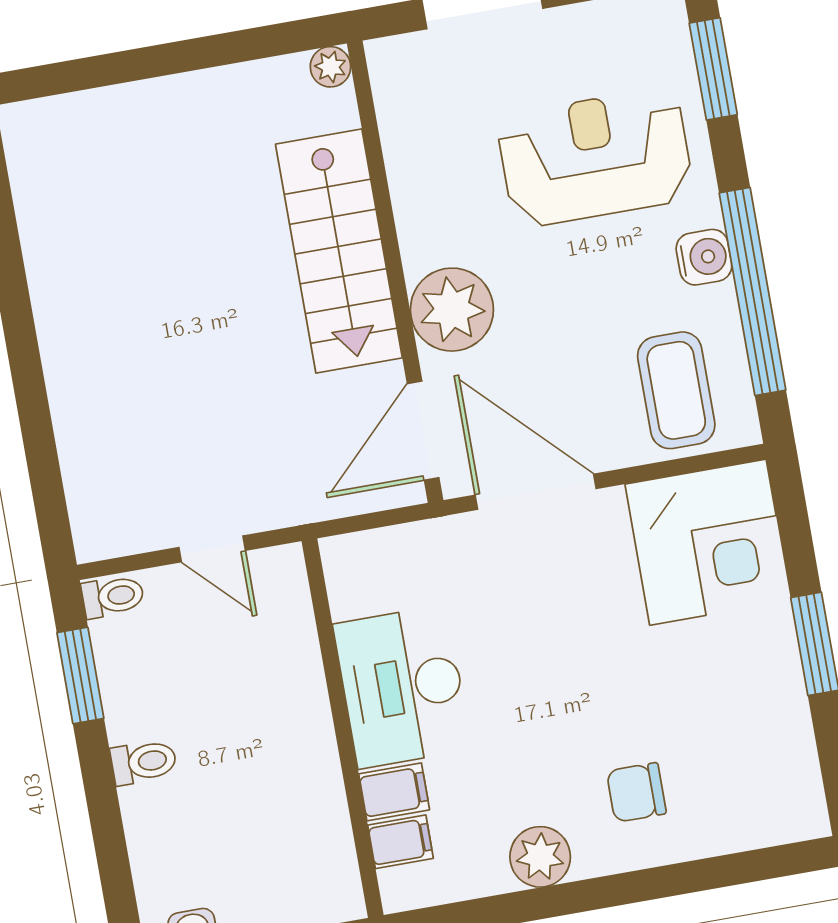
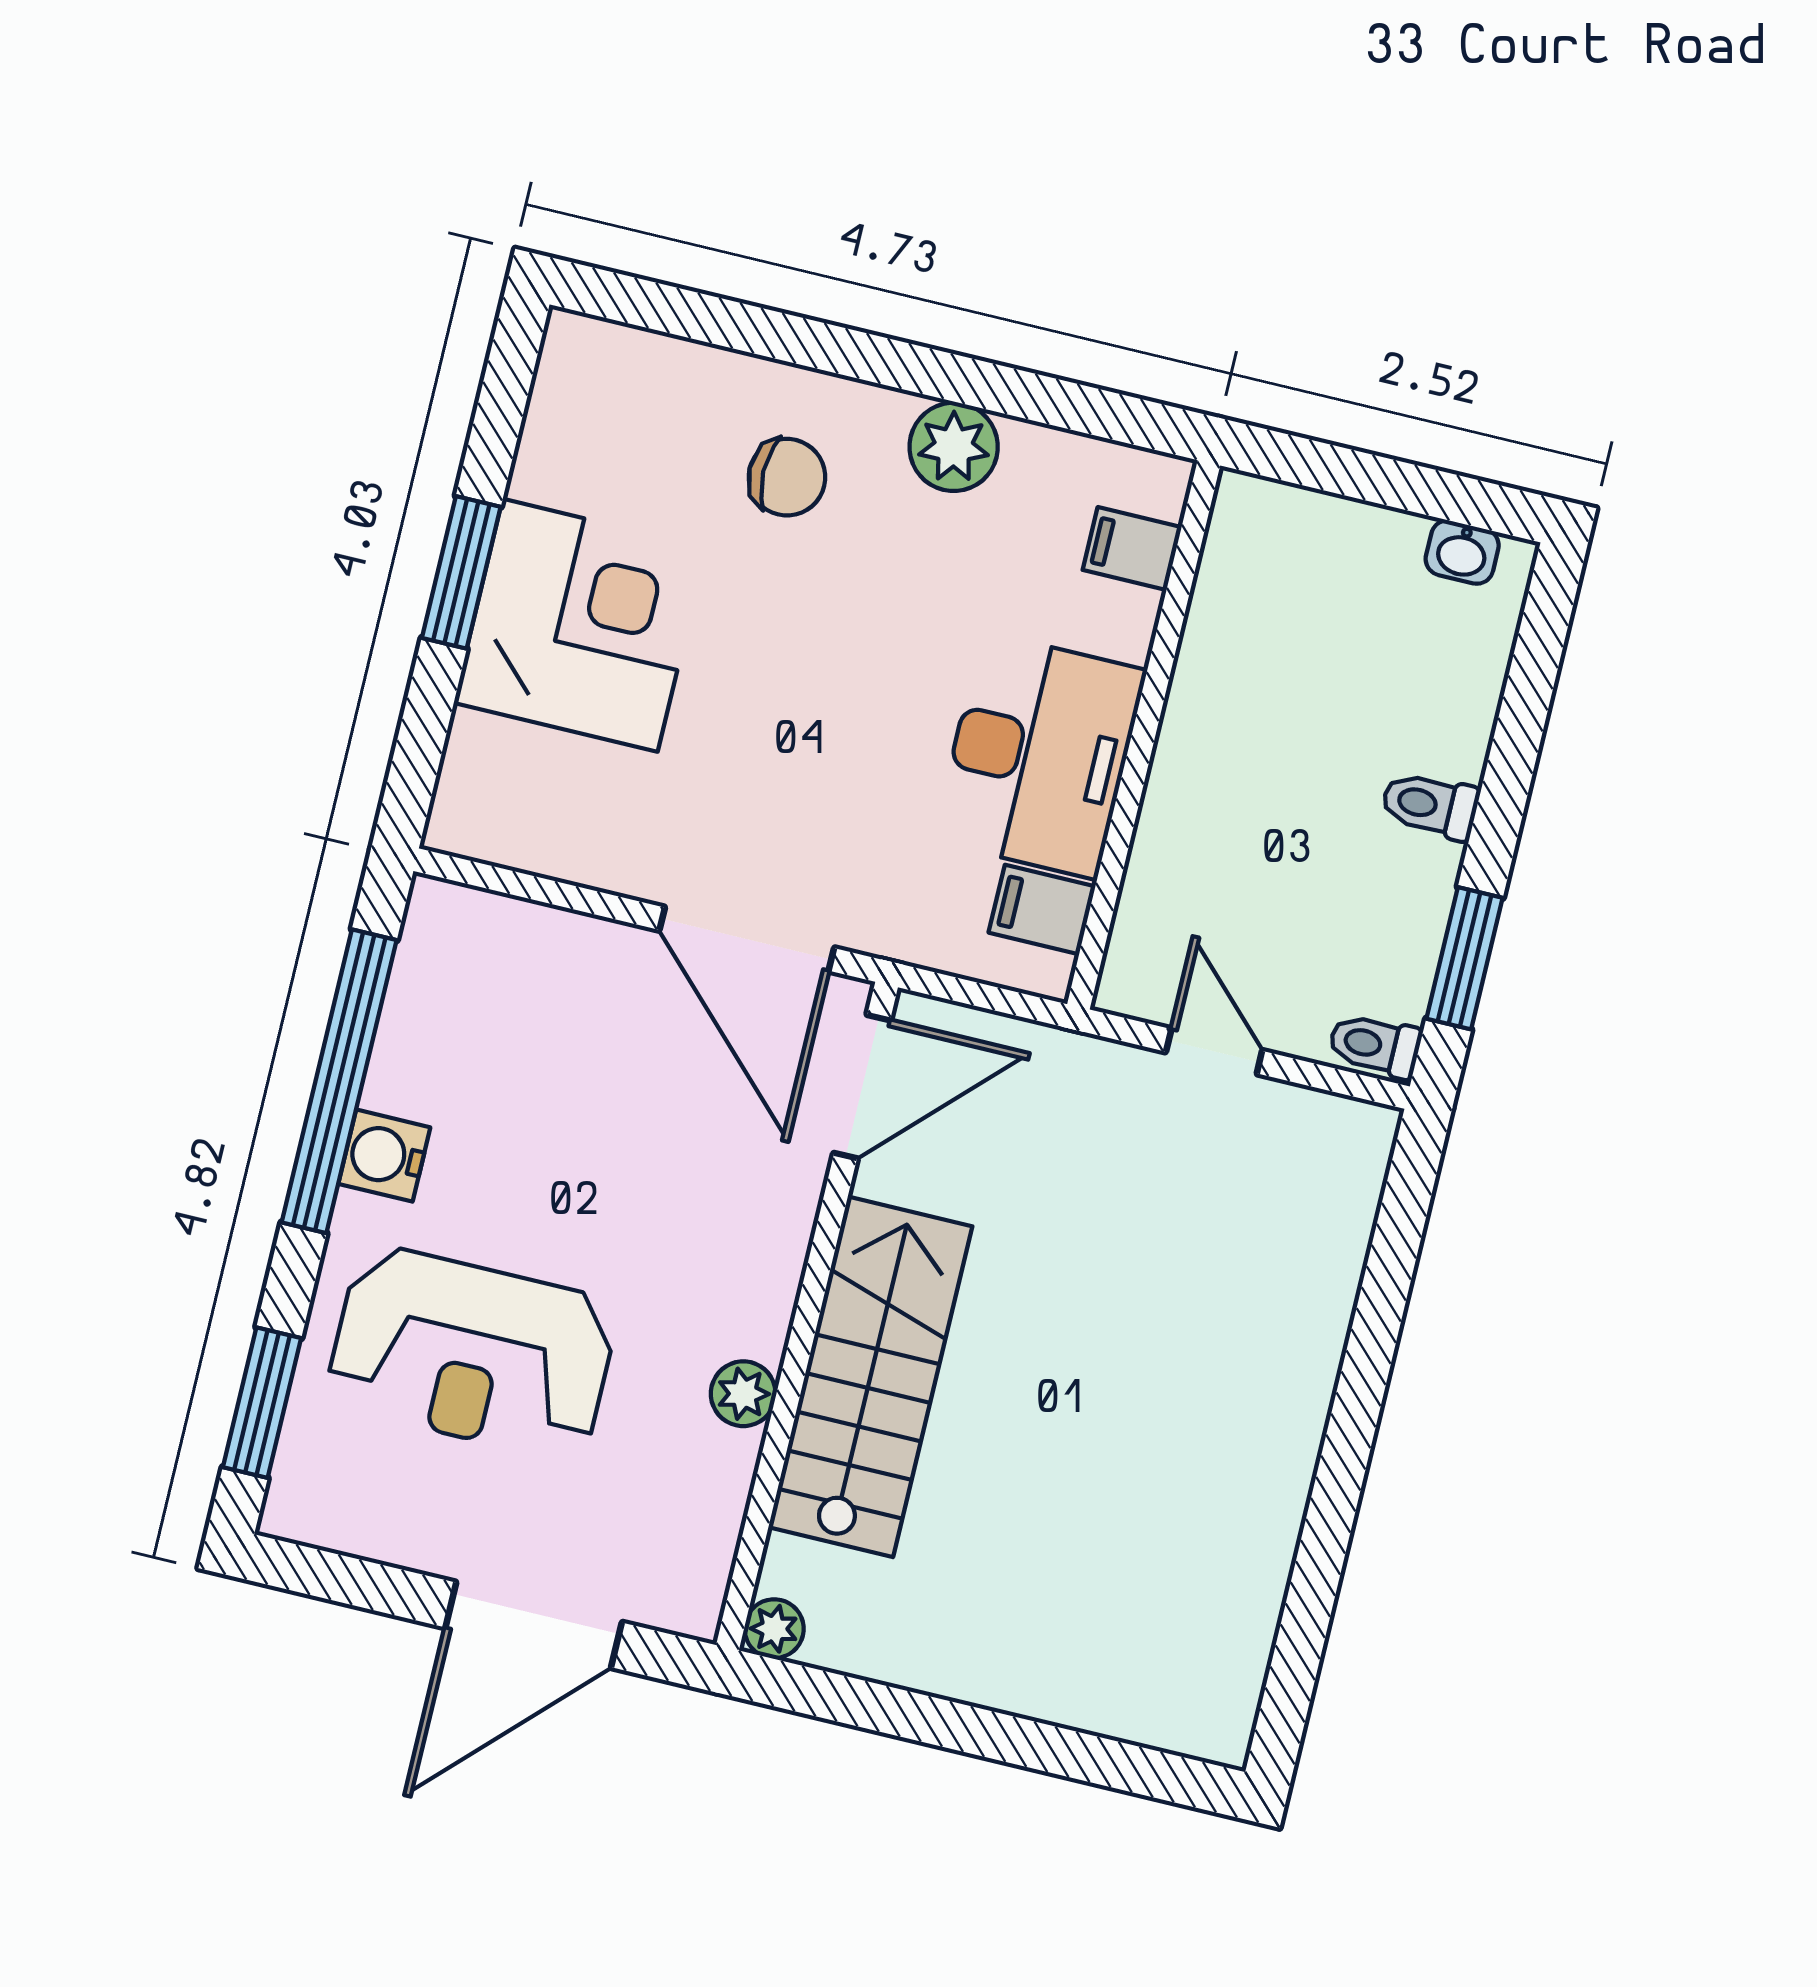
plant: (452, 310) -> (743, 1394), moved, width x0.53, depth x0.53
coffee table: (676, 390) -> (499, 993), removed
corner desk: (708, 542) -> (580, 625), moved, turned 90
filing cabinet: (394, 792) -> (1042, 910), moved

